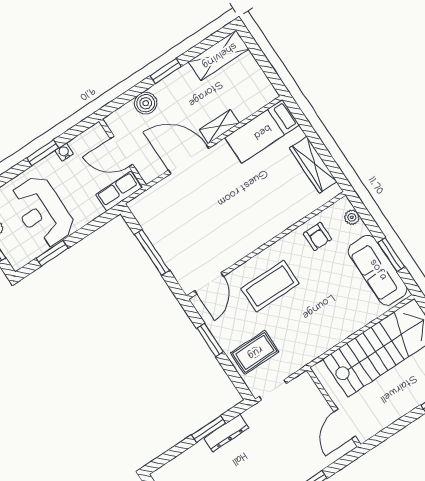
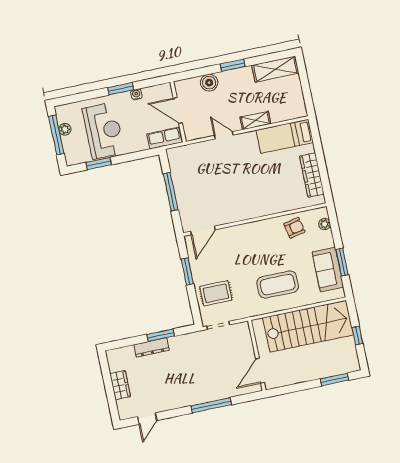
door: (189, 159) -> (224, 135), width x0.53
reception desk: (42, 211) -> (103, 131), turned 180
armchair: (317, 236) -> (294, 228), turned -102
sofa: (378, 270) -> (328, 270), width x0.73
coffee table: (270, 286) -> (278, 285), moved
dresser: (226, 433) -> (152, 347), moved

